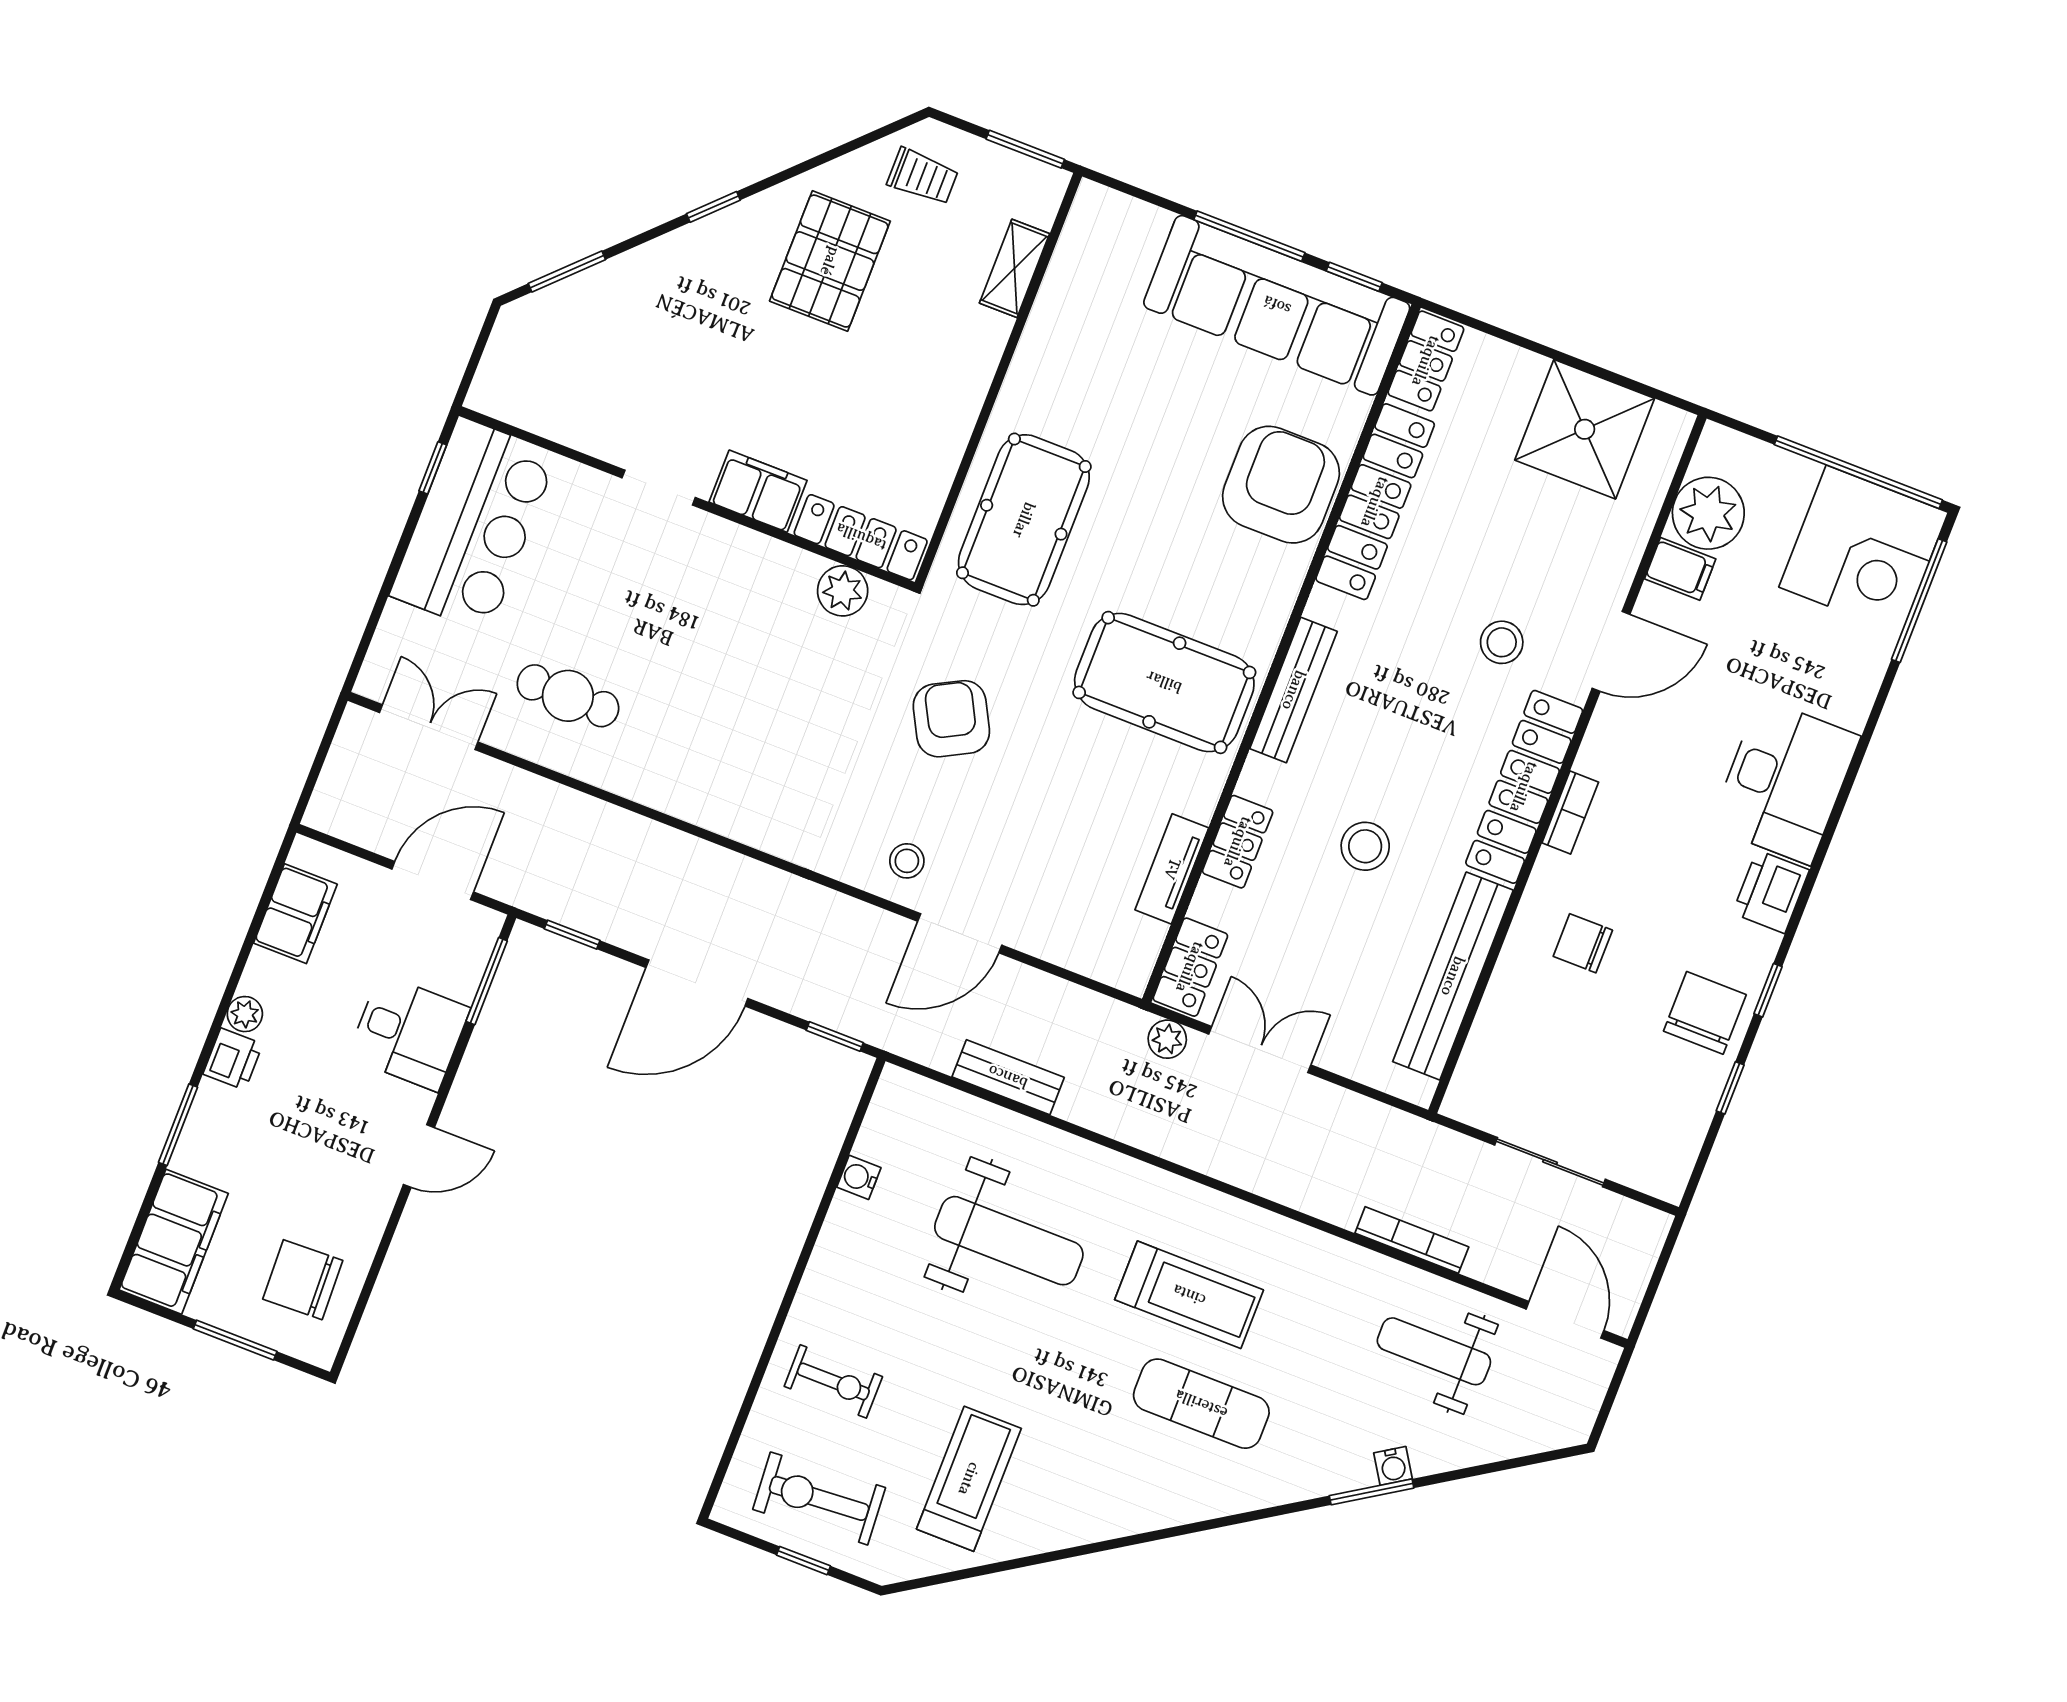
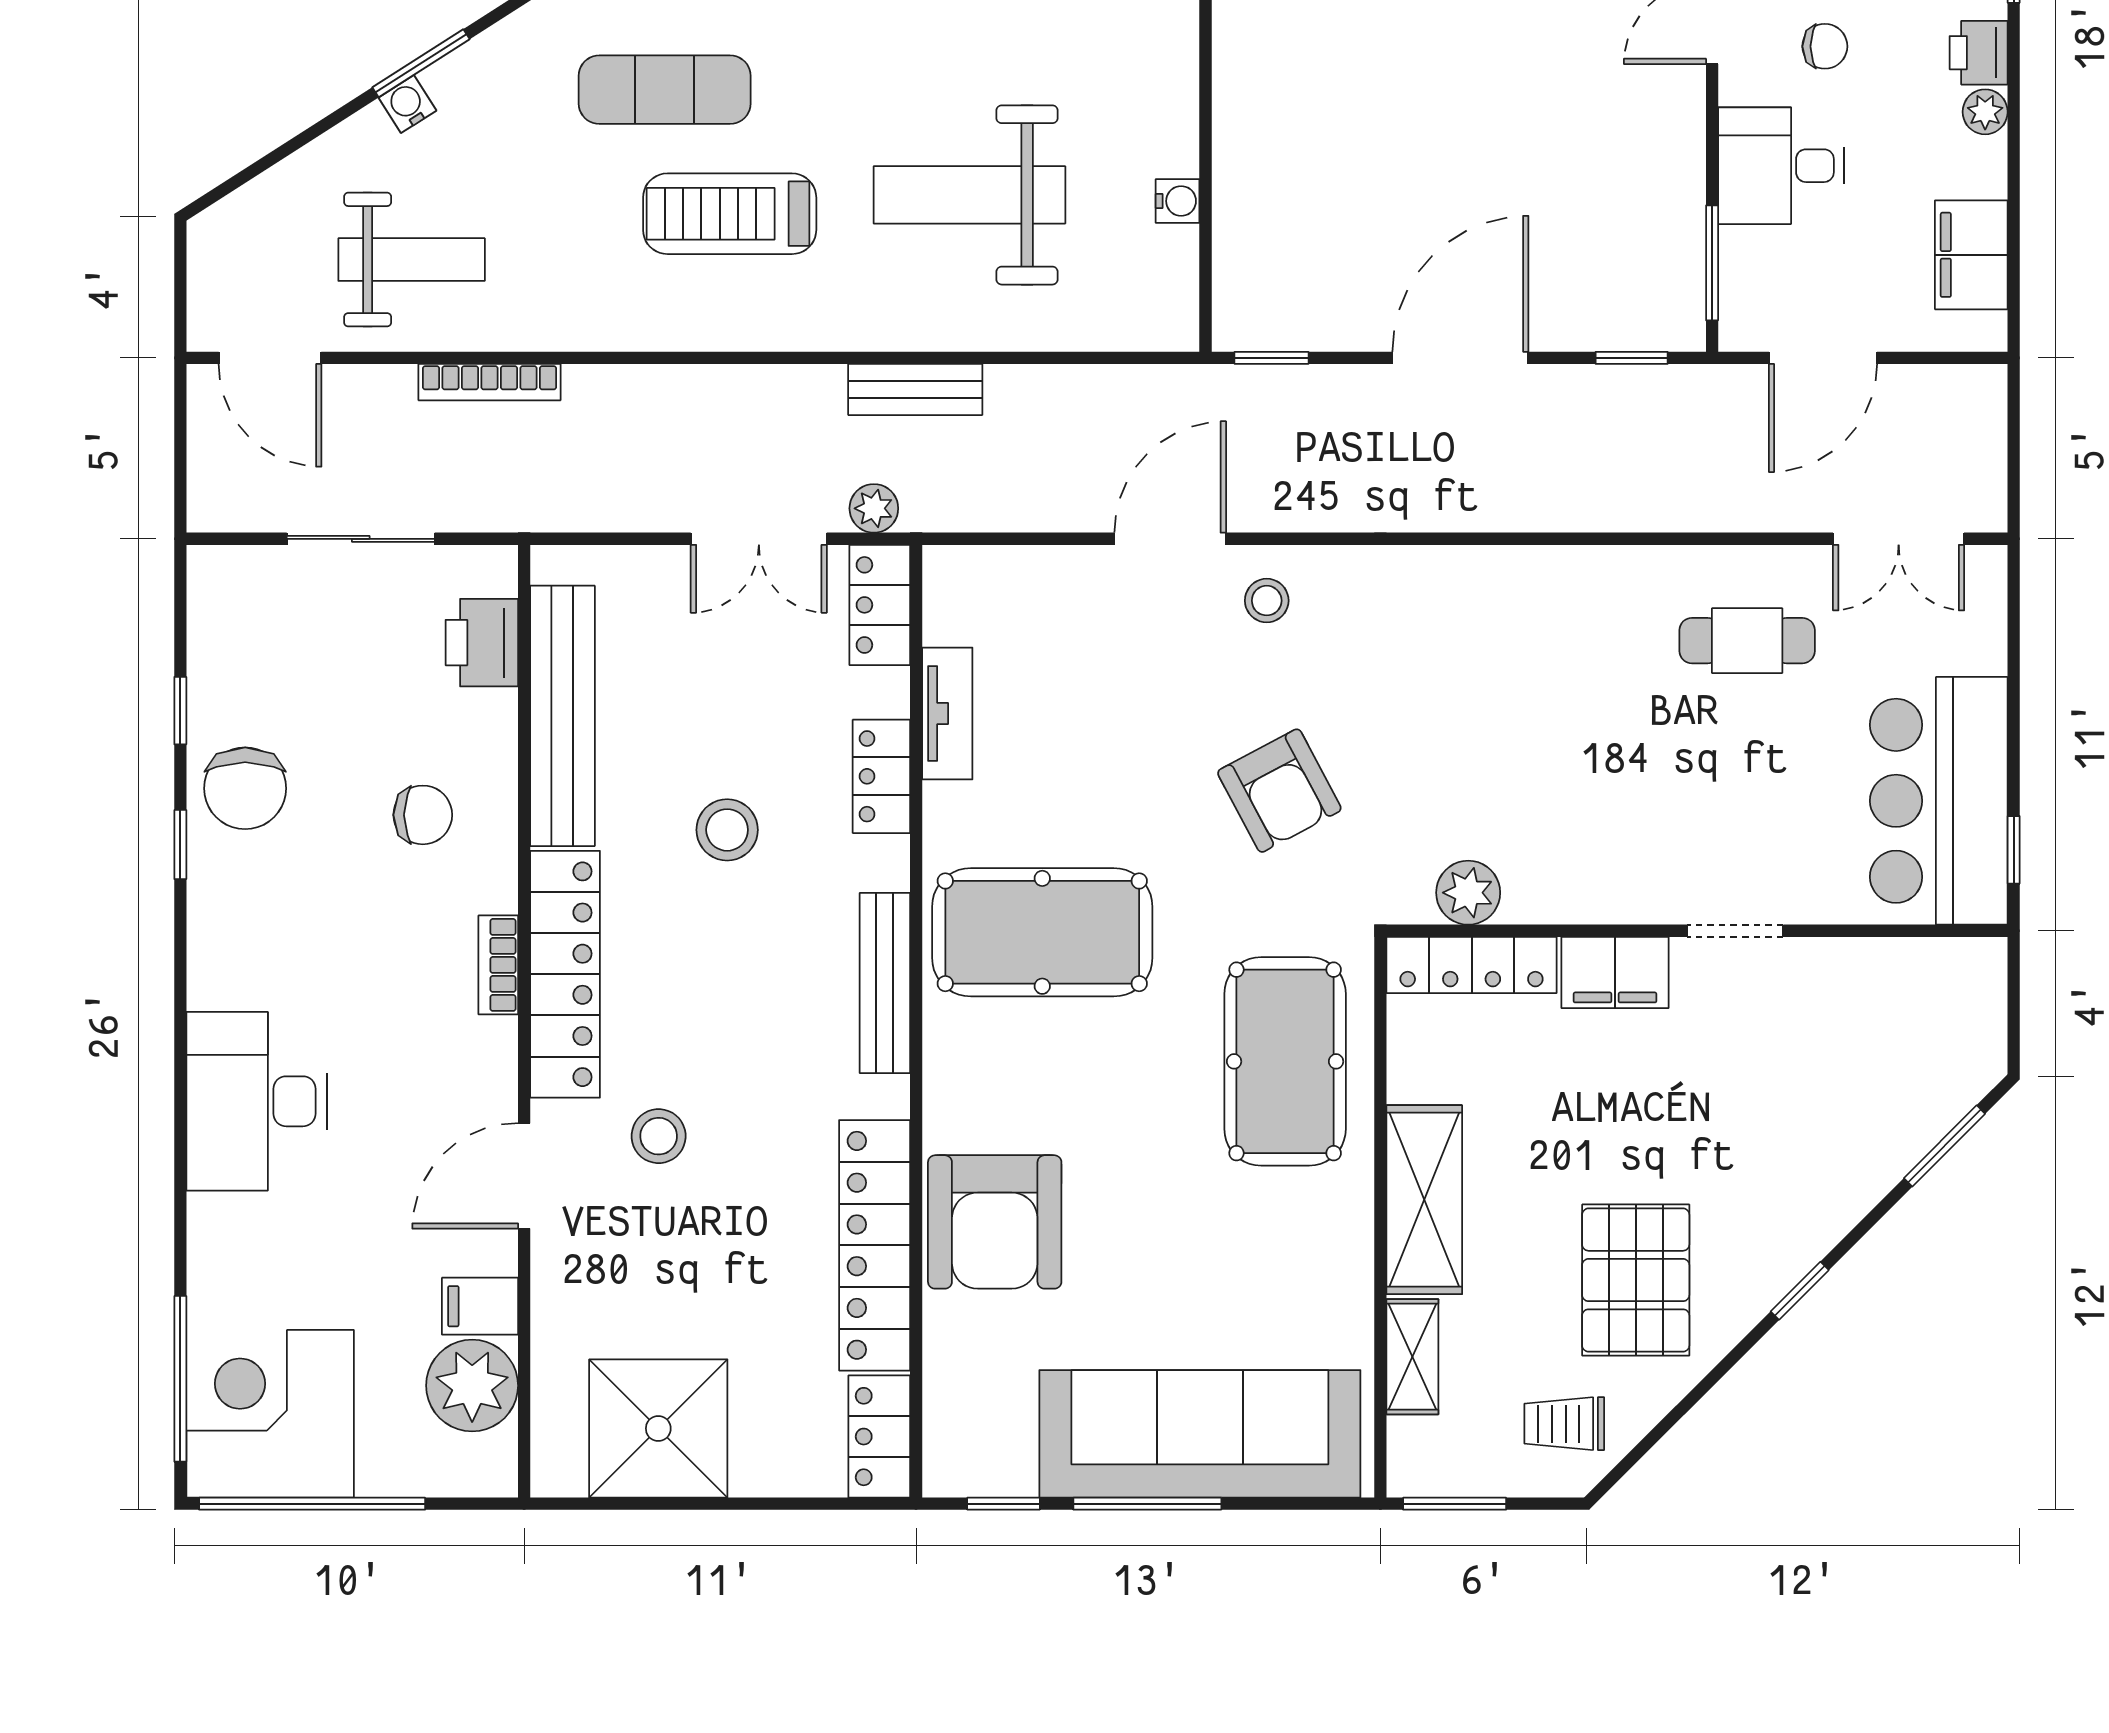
sofa: (1277, 305) -> (1200, 1434), moved
shelving: (961, 379) -> (1424, 1200), added
printer: (1771, 892) -> (482, 643), moved, turned 180
bench: (1008, 1077) -> (915, 389), moved
chair: (343, 1107) -> (1825, 46), added

